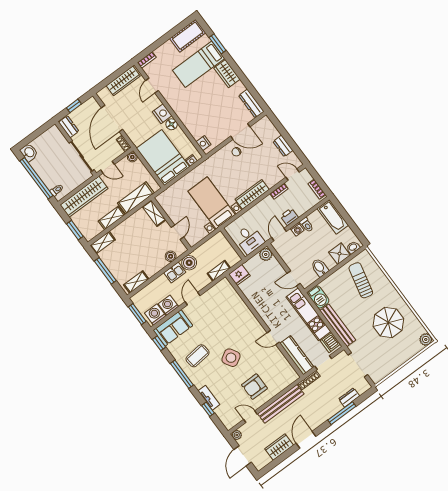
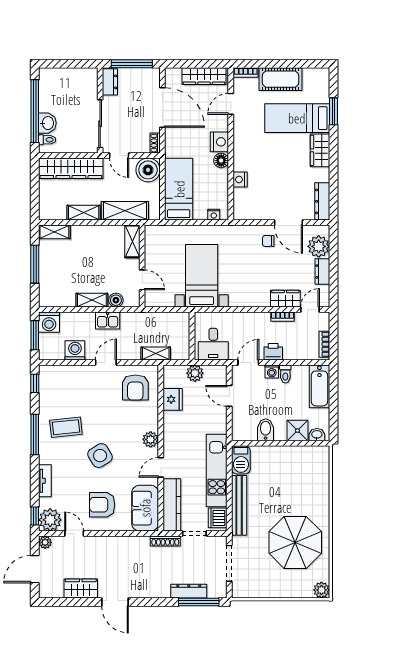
cot: (188, 36) -> (280, 79), moved
window: (74, 106) -> (132, 64), width x2.17
door: (112, 119) -> (162, 108), swing flipped
plant: (269, 132) -> (319, 246), added
nightstand: (203, 143) -> (240, 180), moved
washbasin: (29, 152) -> (47, 123), moved
boiler: (132, 157) -> (148, 170), width x1.86, depth x1.86
bed: (163, 158) -> (179, 189), width x0.67
door: (293, 175) -> (310, 310), hinge flipped
wardrobe: (252, 194) -> (285, 299), moved, width x0.67
window: (75, 230) -> (35, 197), removed
door: (177, 232) -> (142, 280), hinge flipped
plant: (266, 254) -> (195, 373), moved
boiler: (189, 263) -> (130, 322), removed
fridge: (239, 275) -> (173, 399), moved, turned -90
door: (294, 278) -> (229, 396), moved
sun lounger: (361, 280) -> (299, 476), removed
shelving: (136, 282) -> (92, 300), moved
armchair: (222, 301) -> (135, 387), added
washing machine: (155, 314) -> (49, 322), moved, turned 180
parasol: (388, 322) -> (295, 542), width x1.36, depth x1.36
plant: (254, 325) -> (151, 439), added
sofa: (173, 328) -> (145, 508), moved, turned 90
door: (273, 338) -> (161, 467), hinge flipped
dresser: (349, 397) -> (189, 591), width x1.44
bench: (281, 404) -> (117, 544), removed
window: (208, 409) -> (35, 516), moved
window: (342, 413) -> (199, 602), moved
plant: (230, 419) -> (50, 520), added
door: (306, 440) -> (115, 602), swing flipped

